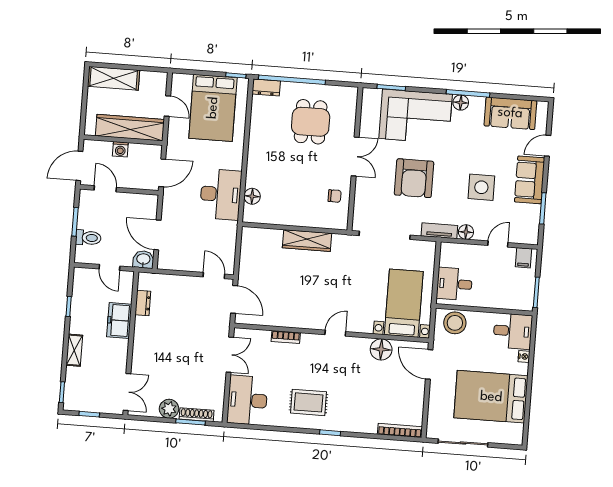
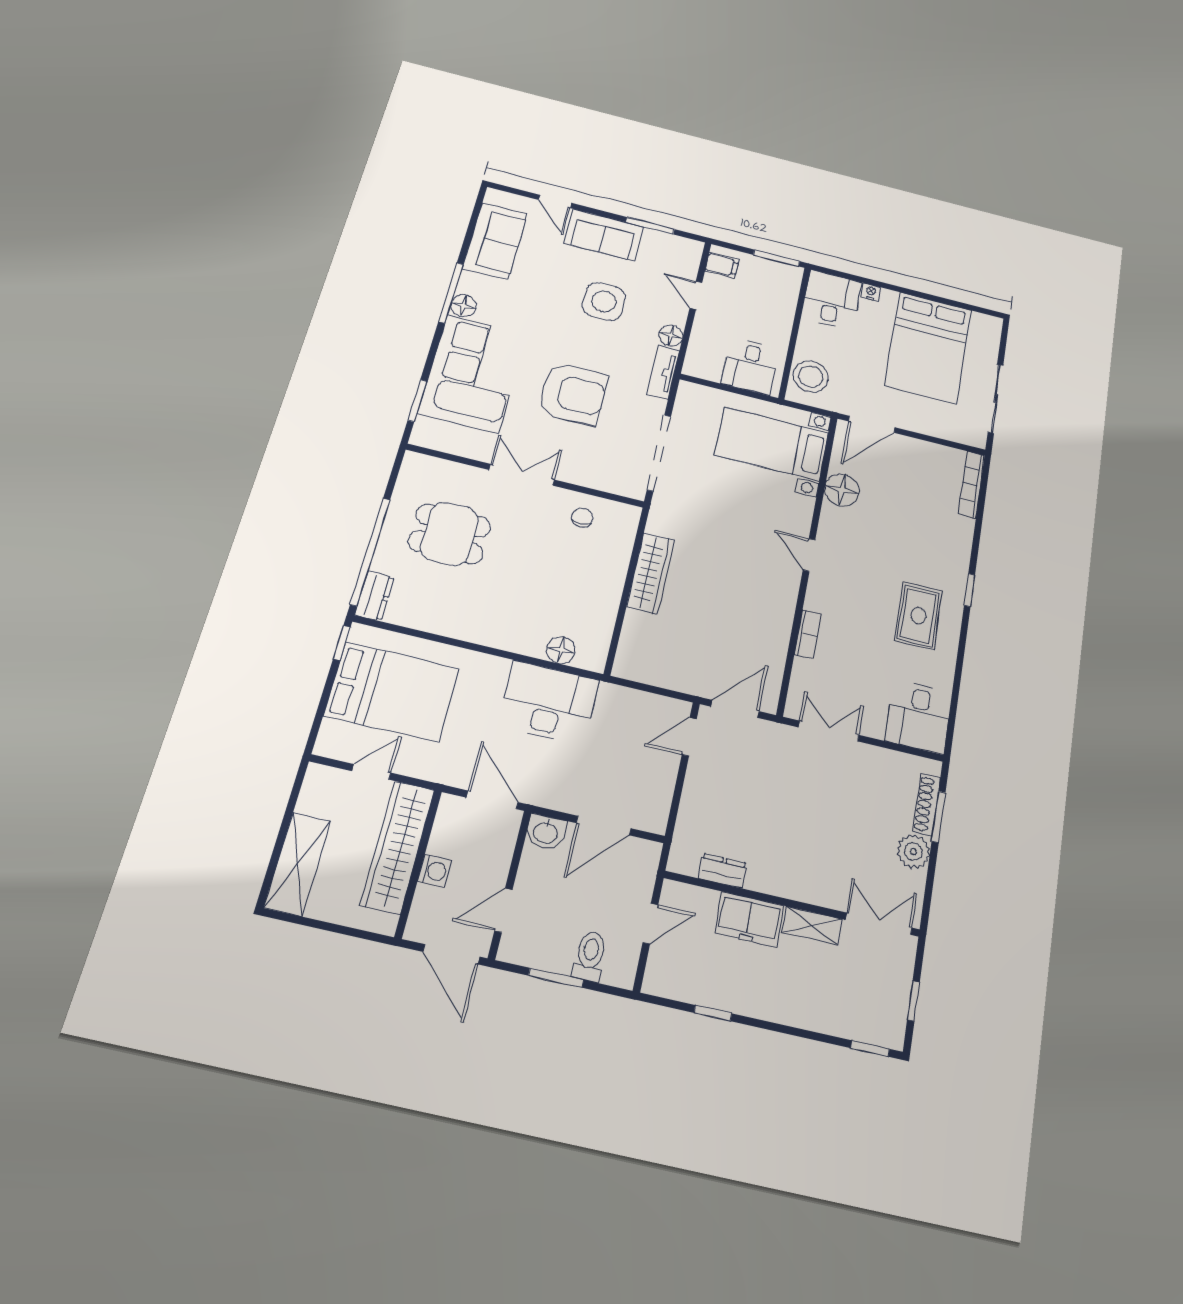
washbasin: (143, 259) -> (546, 832), moved, turned -90
shelving: (74, 350) -> (812, 926), moved
desk: (247, 400) -> (919, 717), width x0.73

